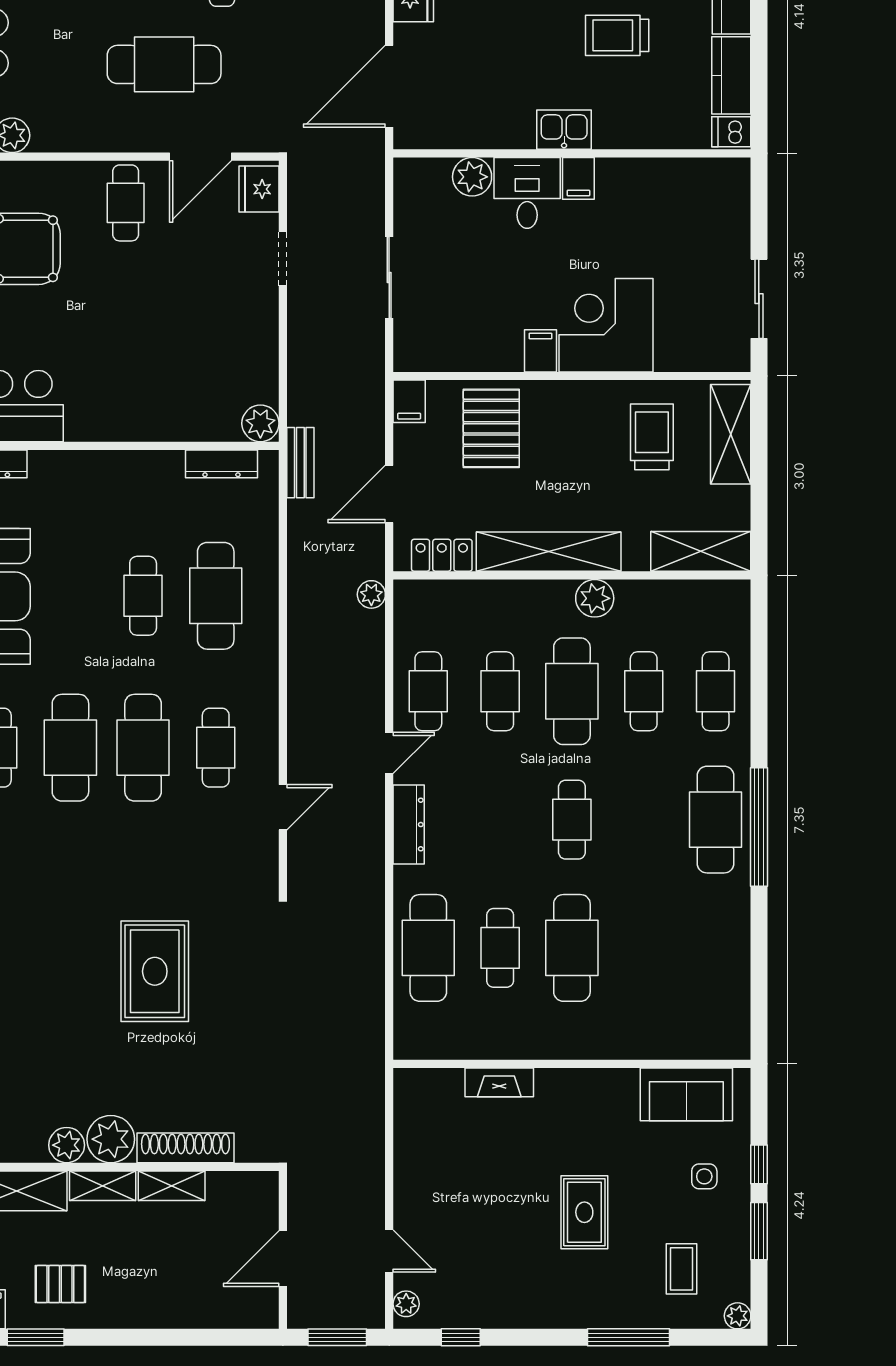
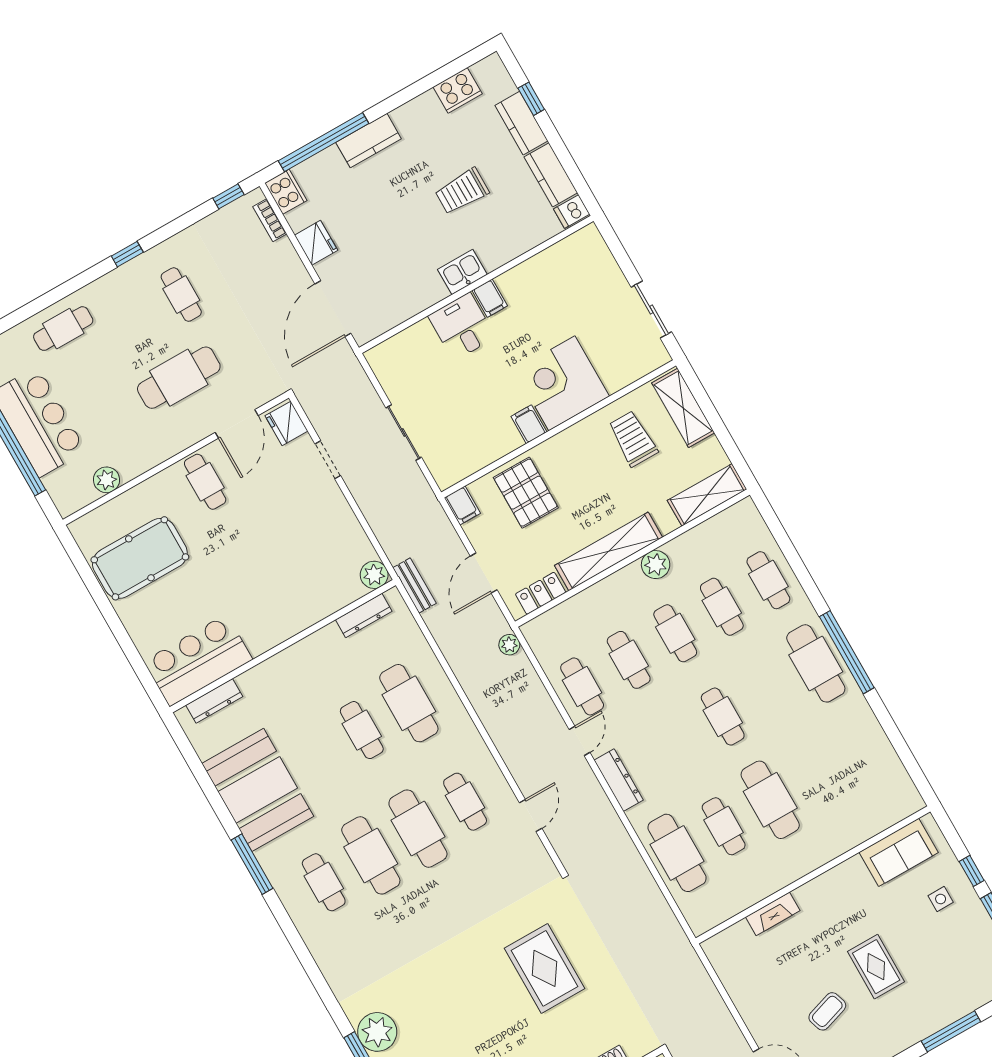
plant: (472, 177) -> (420, 337), removed
cafe table: (572, 691) -> (675, 633), width x0.73, depth x0.74
rug: (155, 971) -> (545, 968), moved
coffee table: (681, 1269) -> (827, 1011), moved, turned 72

